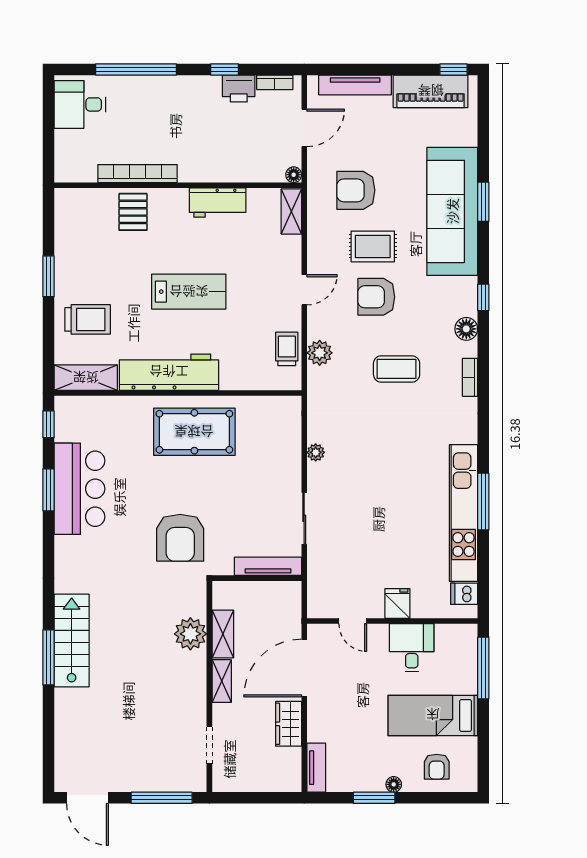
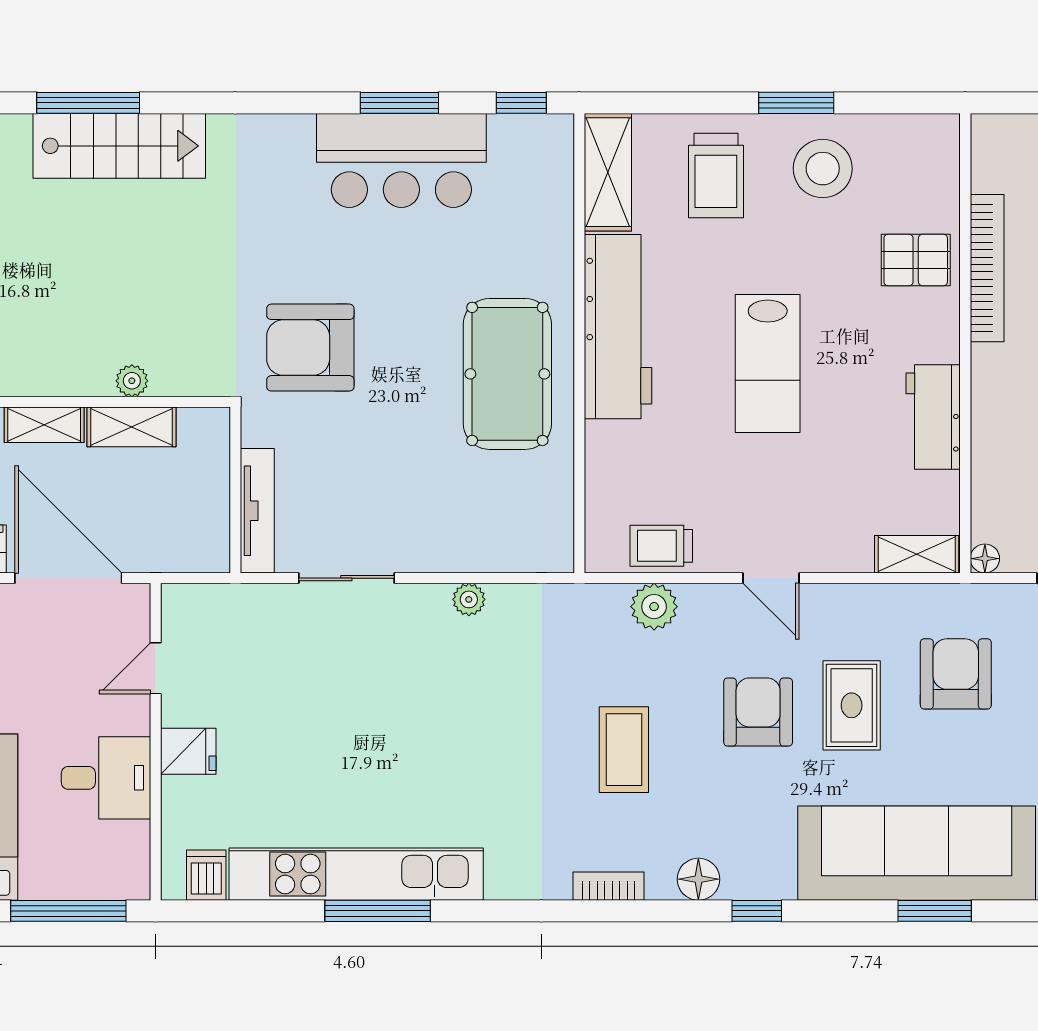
stool: (84, 262) -> (823, 169), added
trolley: (287, 349) -> (661, 546), turned 180
plant: (190, 634) -> (132, 381), width x0.53, depth x0.53

